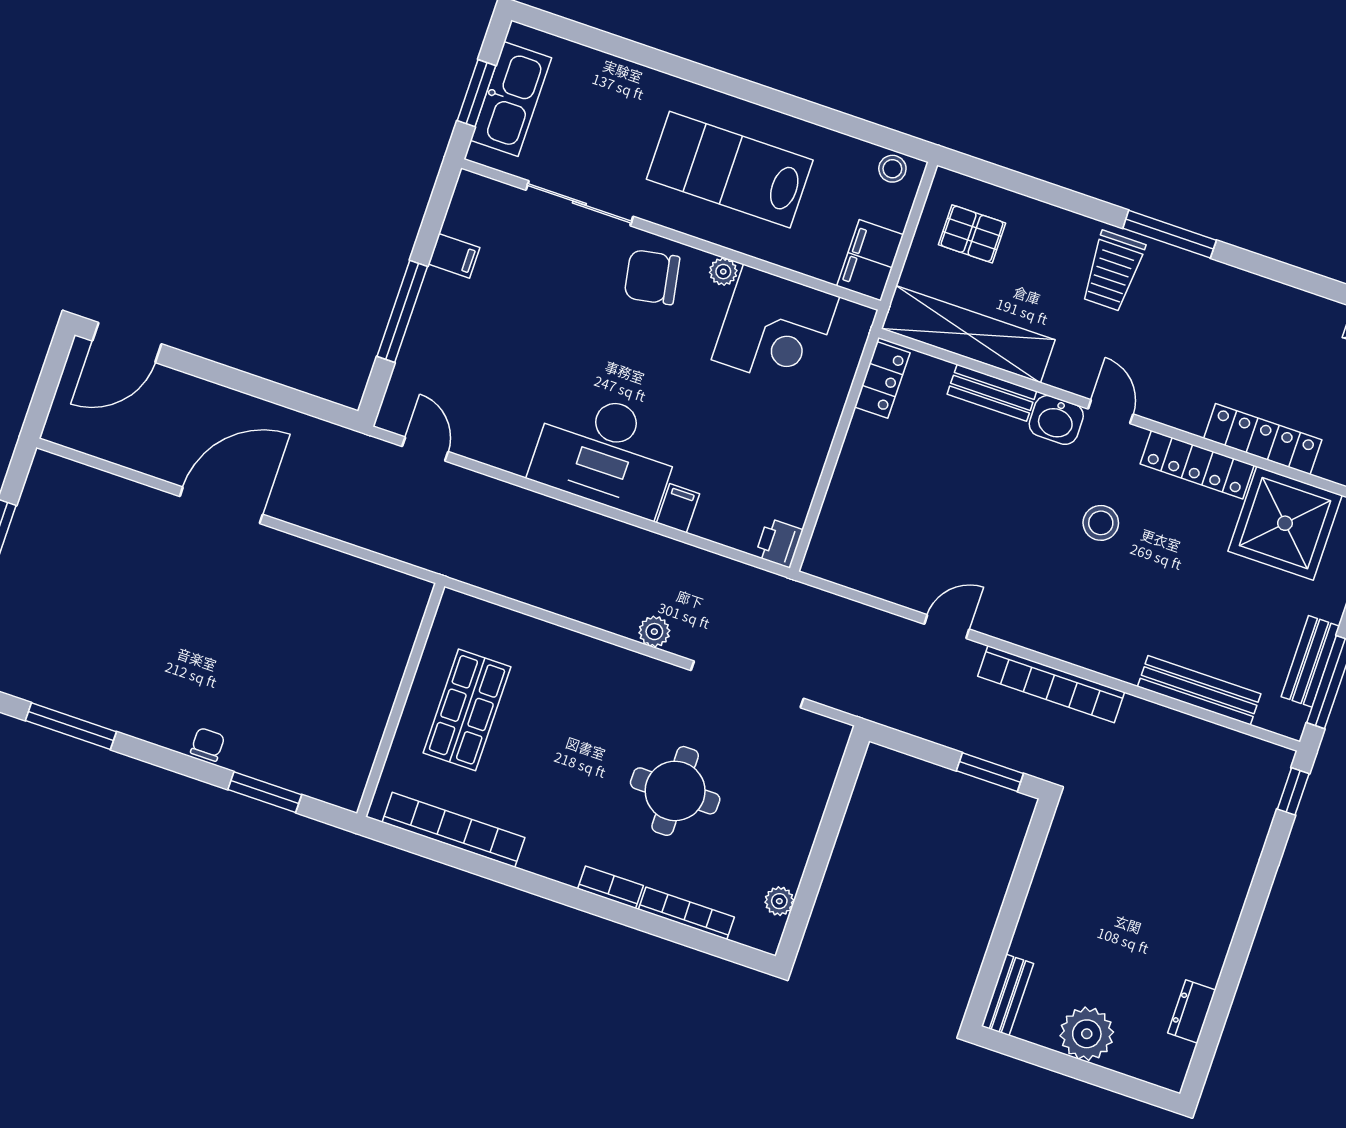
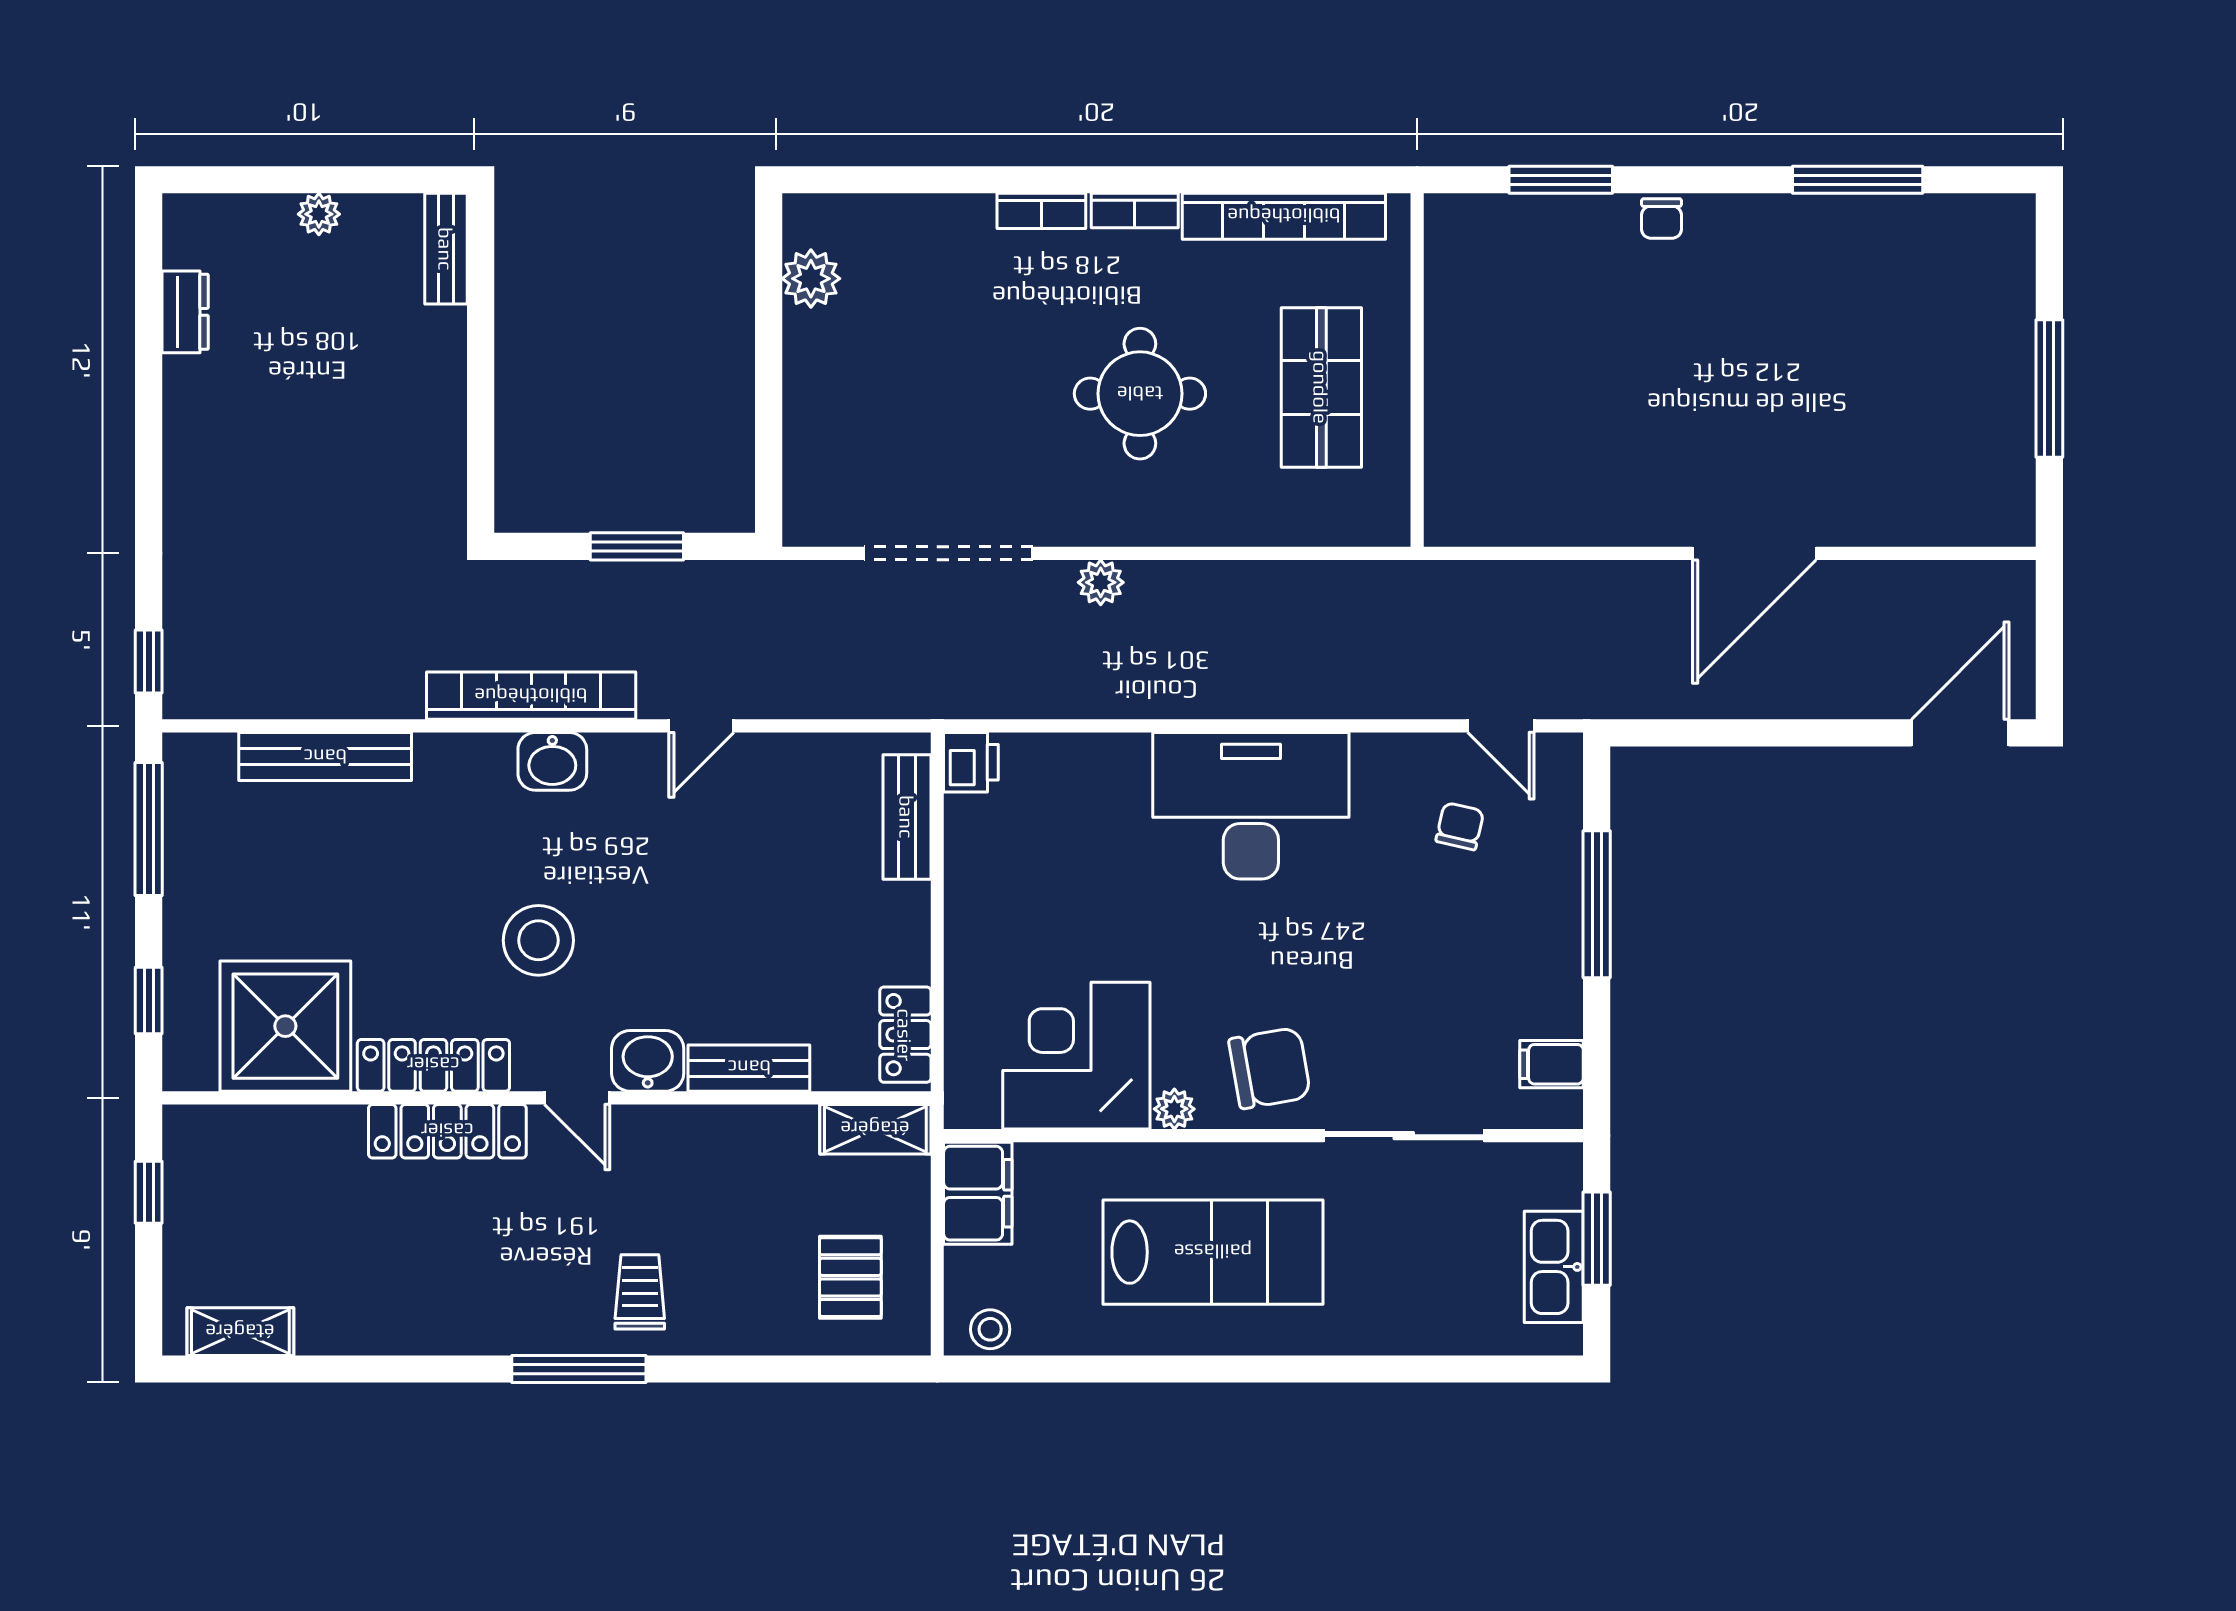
kitchen sink: (511, 99) -> (1554, 1267), width x0.73, depth x0.81
pallet: (972, 234) -> (850, 1277), turned 90
filing cabinet: (454, 256) -> (1551, 1064), moved
trolley: (1113, 271) -> (640, 1292), width x0.73, depth x0.72
shelving: (968, 334) -> (875, 1129), width x0.45, depth x0.75
chair: (474, 393) -> (1460, 826), added
locker: (1263, 439) -> (447, 1131), moved
filing cabinet: (678, 508) -> (1126, 763), removed
stool: (1101, 523) -> (538, 940), width x1.38, depth x1.38
washbasin: (1052, 637) -> (552, 761), added
bench: (1310, 661) -> (907, 817), moved
window: (990, 772) -> (637, 546), moved
round table: (675, 791) -> (1140, 394), moved
plant: (779, 901) -> (811, 279), width x1.38, depth x1.38
bookcase: (686, 913) -> (1135, 211), moved, width x0.64
plant: (1087, 1034) -> (319, 214), width x0.53, depth x0.53

